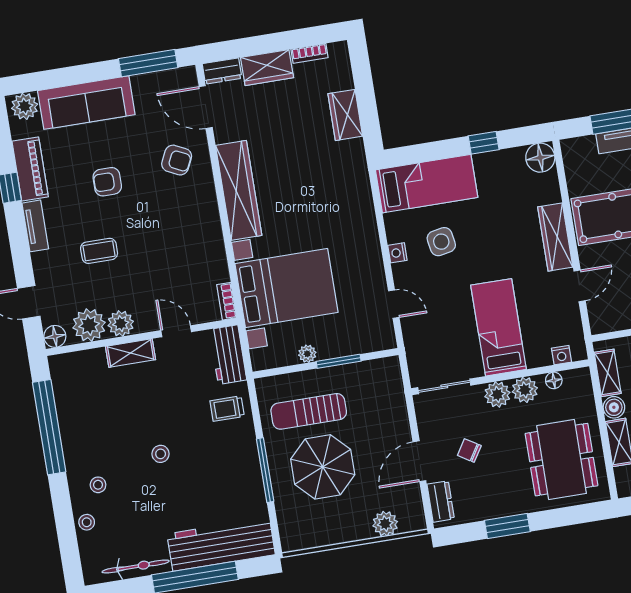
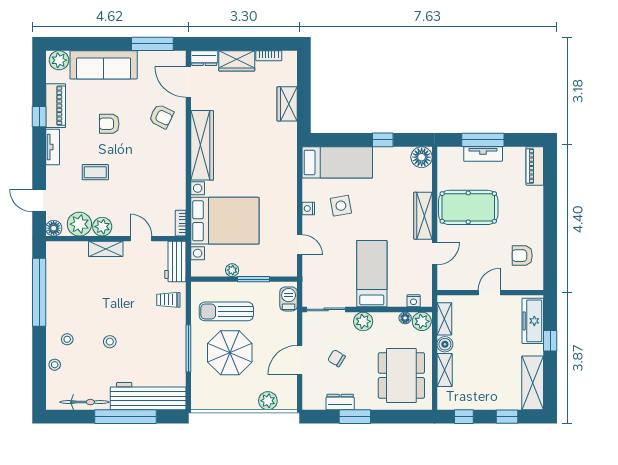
barbecue: (391, 380) -> (289, 299), added
plant: (525, 390) -> (422, 321), moved
stool: (161, 454) -> (110, 342), moved
dresser: (441, 502) -> (340, 402), moved, turned -90

